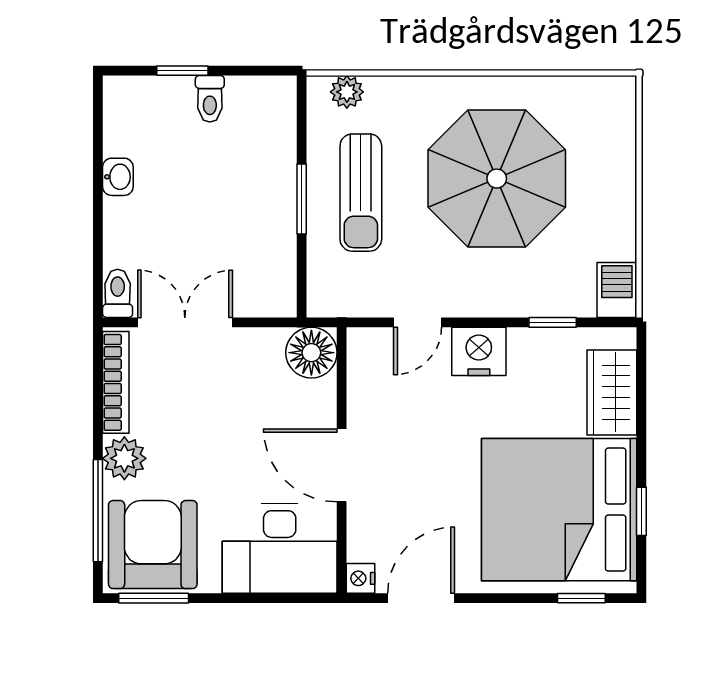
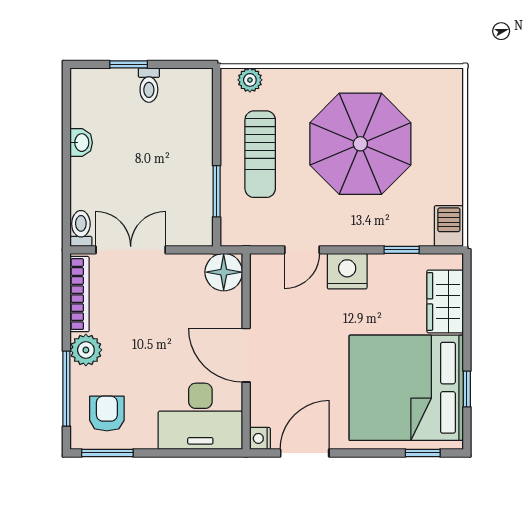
window: (302, 199) -> (217, 191), moved
armchair: (153, 545) -> (107, 414), width x0.53, depth x0.53

